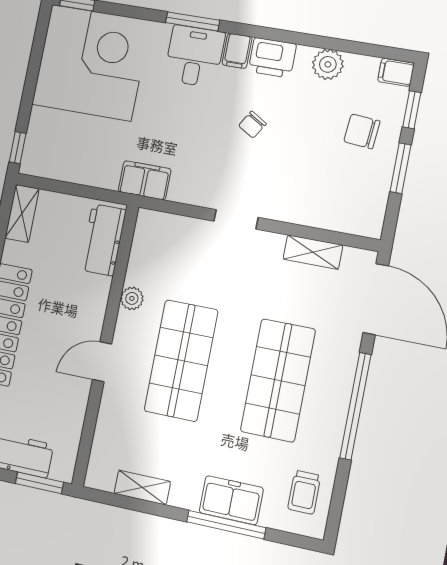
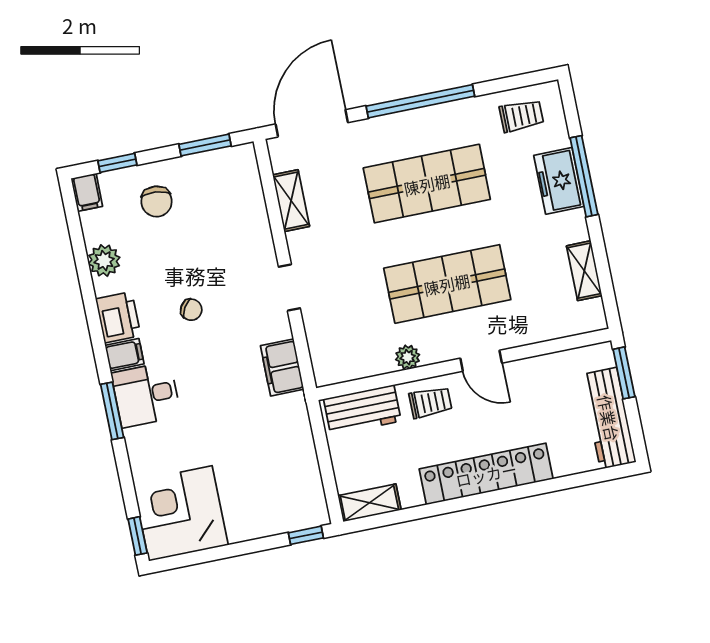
corner desk: (91, 63) -> (180, 513), width x0.74, depth x0.74
window: (401, 168) -> (205, 145), moved
filing cabinet: (145, 180) -> (282, 367), moved
trolley: (85, 302) -> (430, 402), added

